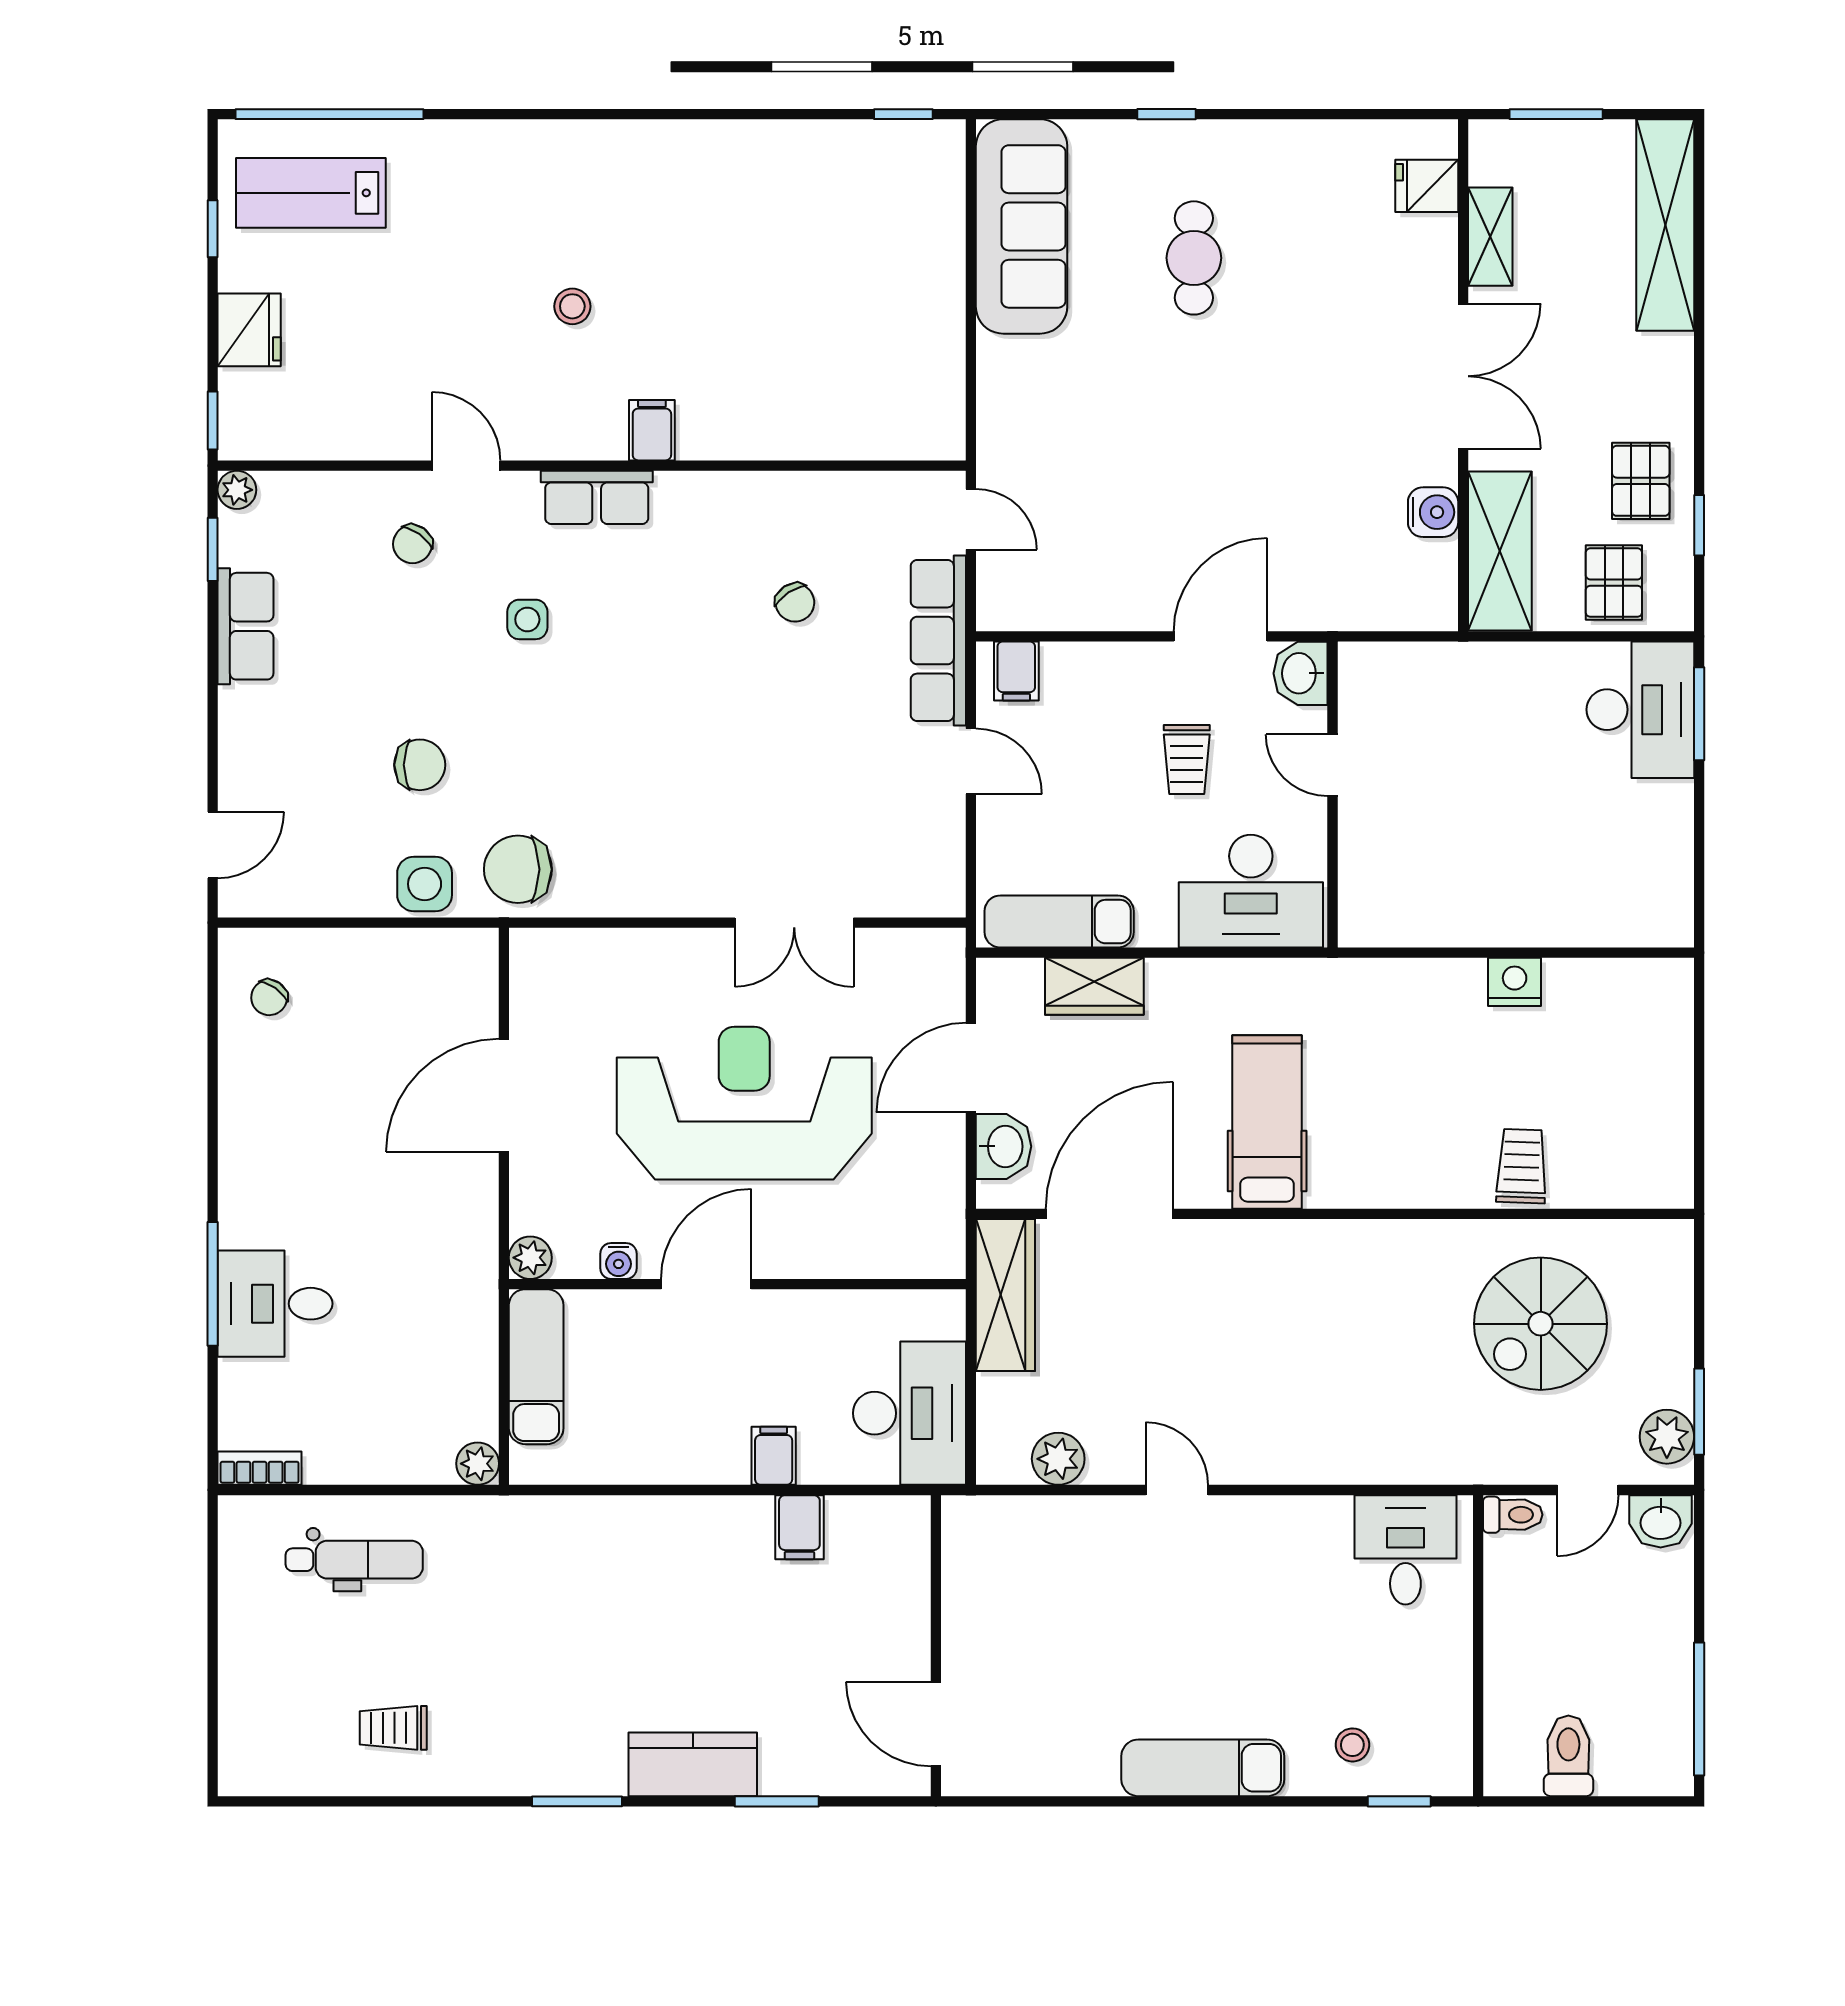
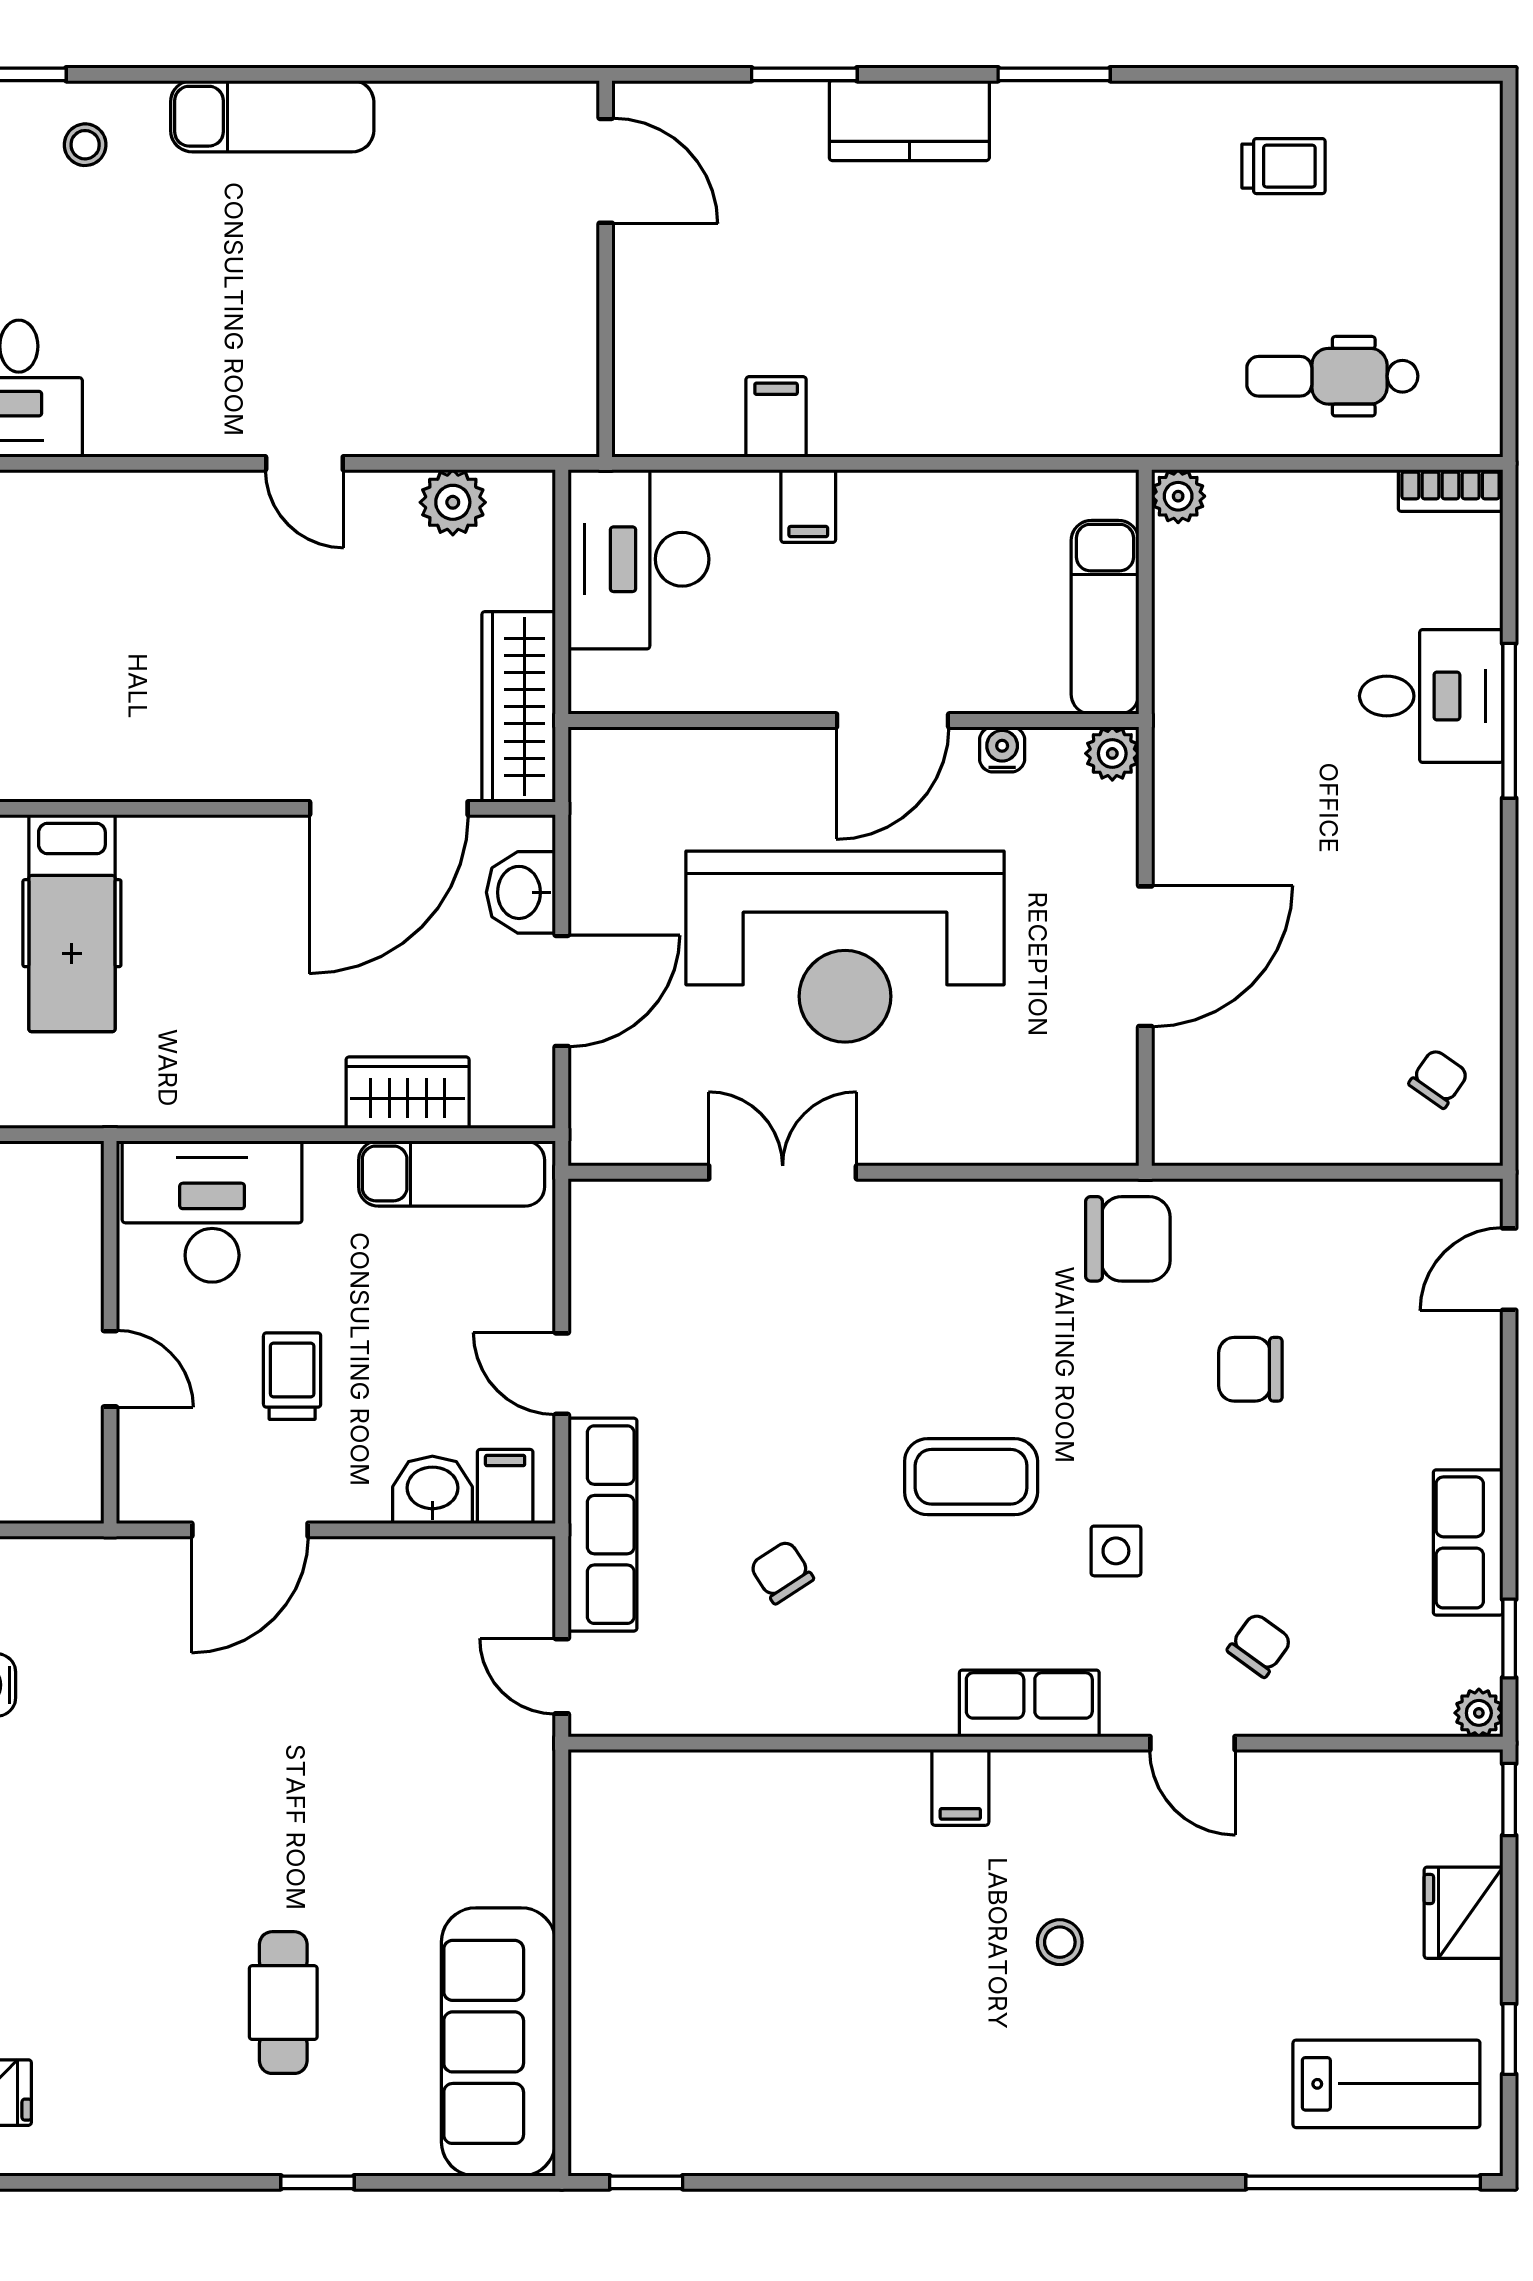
washbasin: (1301, 673) -> (432, 1490), moved, turned -90
coffee table: (643, 679) -> (971, 1477), added
side table: (425, 884) -> (1244, 1220), removed
hospital bed: (1267, 1122) -> (72, 923), moved

